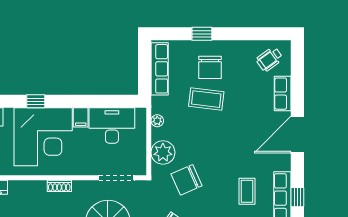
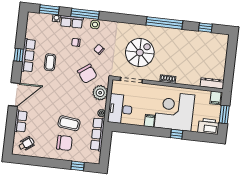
window: (202, 34) -> (78, 166), moved
chair: (210, 67) -> (64, 143), turned 90
row of seats: (160, 69) -> (98, 134), moved
desk: (112, 126) -> (120, 109), moved, turned 90
chair: (187, 180) -> (87, 74), turned 78

